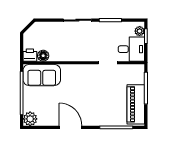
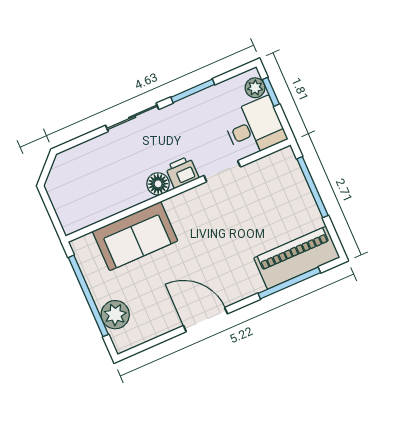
printer: (30, 55) -> (182, 172), moved
floor lamp: (43, 56) -> (158, 184), moved
sofa: (42, 75) -> (135, 236), moved
piano: (136, 104) -> (297, 258), moved, turned 90
plant: (30, 119) -> (115, 315), moved

